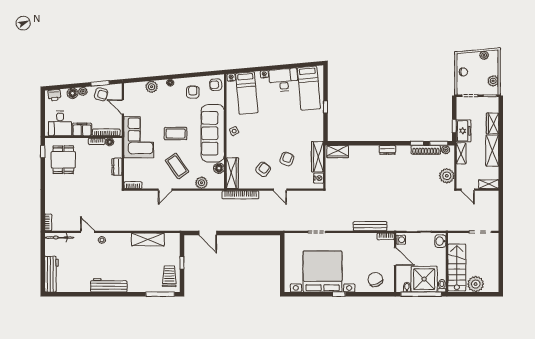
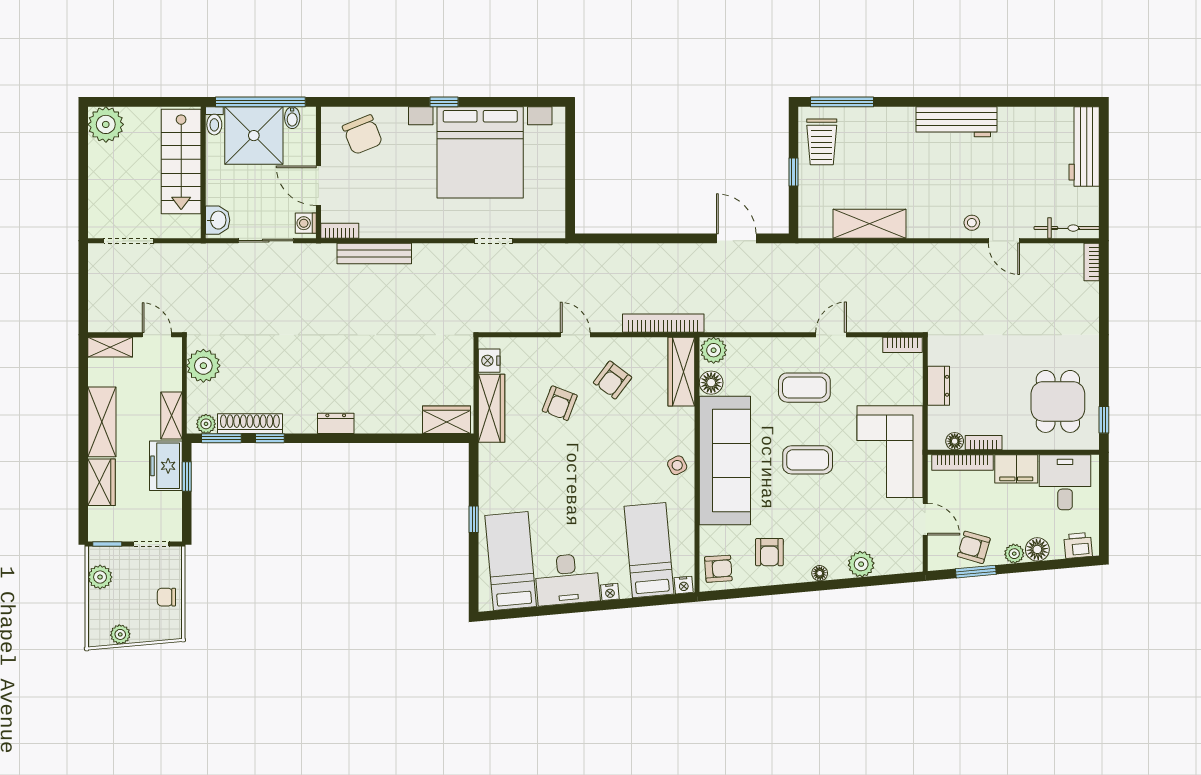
coffee table: (177, 166) -> (804, 388), turned -55
plant: (202, 183) -> (714, 350), moved
plant: (476, 284) -> (106, 124), moved

